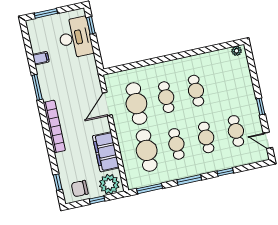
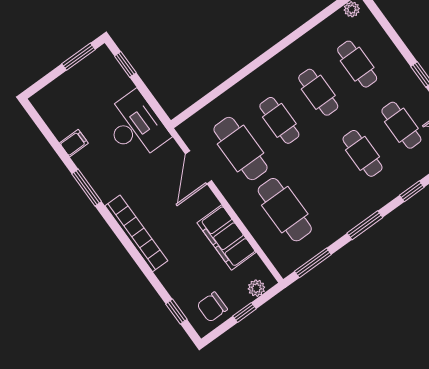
window: (46, 13) -> (78, 57), moved
desk: (75, 38) -> (135, 126), moved
cafe table: (176, 144) -> (357, 64), moved
plant: (109, 184) -> (256, 288), width x0.53, depth x0.53

